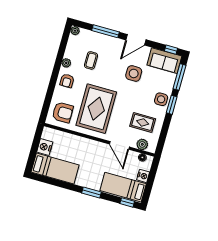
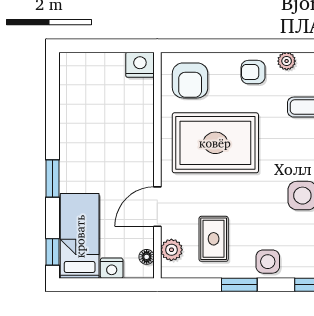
window: (172, 105) -> (239, 285), moved
nightstand: (45, 147) -> (140, 65), moved
bed: (55, 169) -> (79, 96), removed

